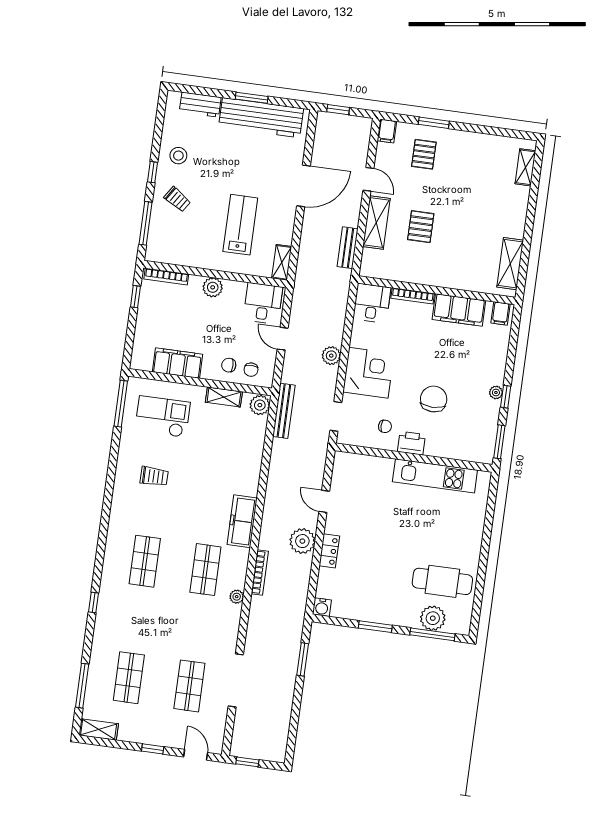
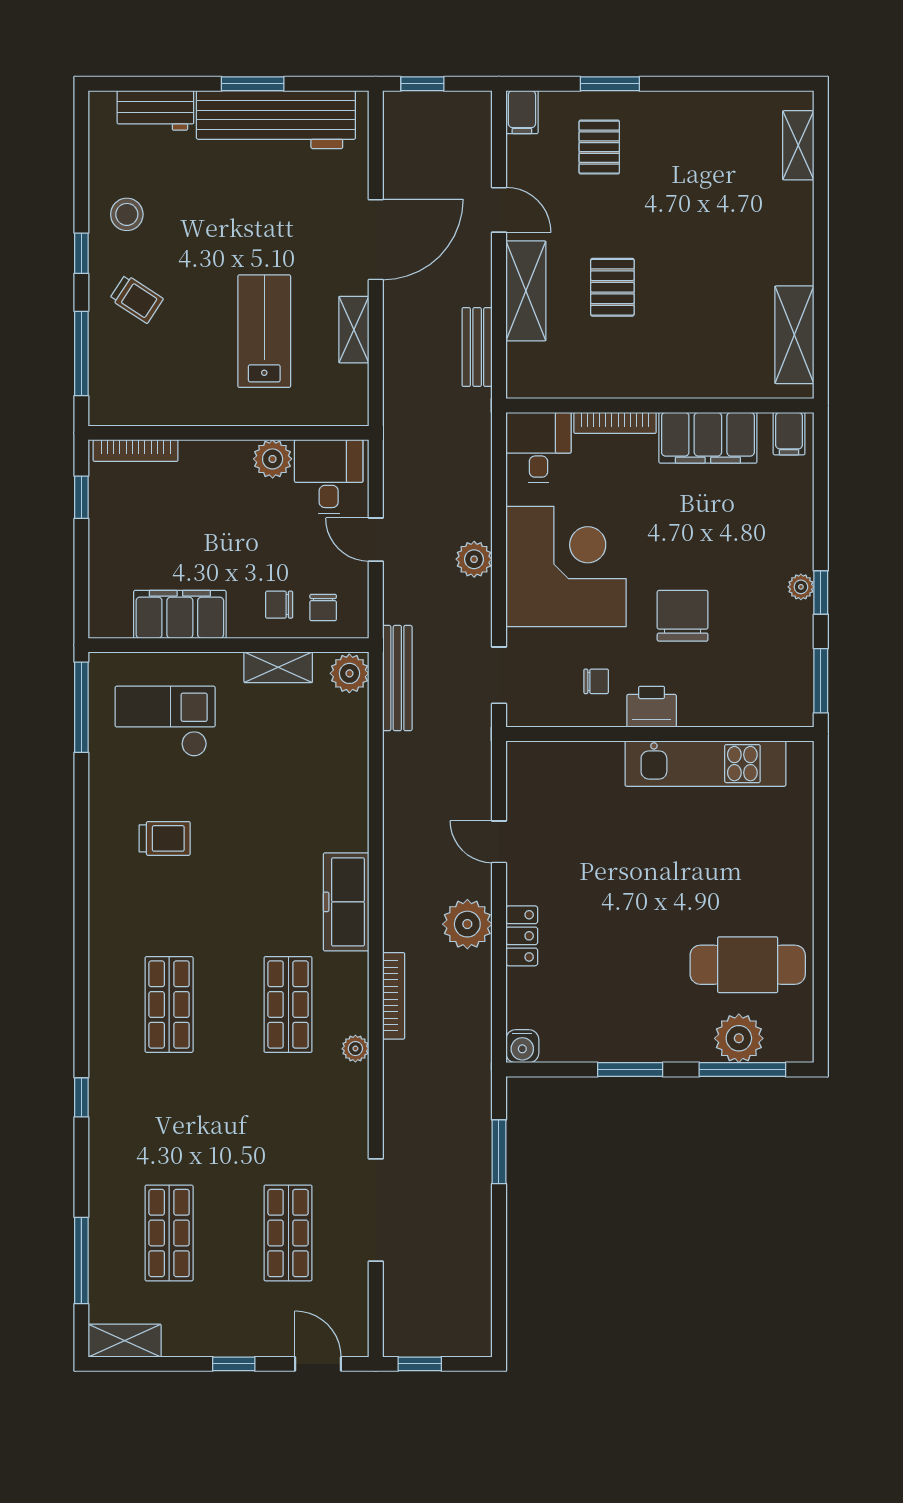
shelving: (282, 262) -> (354, 330), moved
plant: (213, 287) -> (273, 459), moved
corner desk: (368, 373) -> (566, 566), width x1.36, depth x1.36

